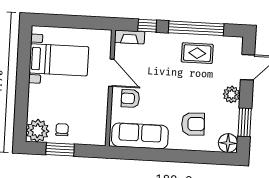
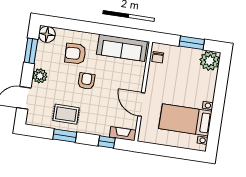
window: (196, 28) -> (65, 136), width x0.47
armchair: (130, 98) -> (86, 81), moved, turned -90
chair: (62, 130) -> (158, 57), moved

